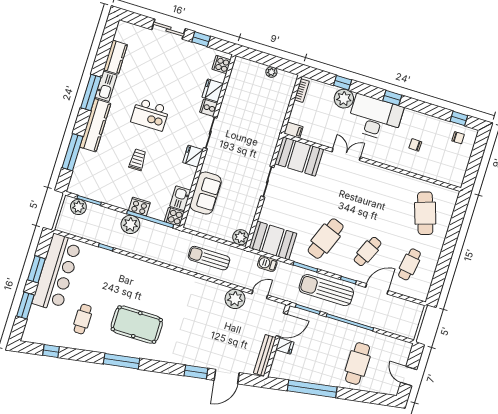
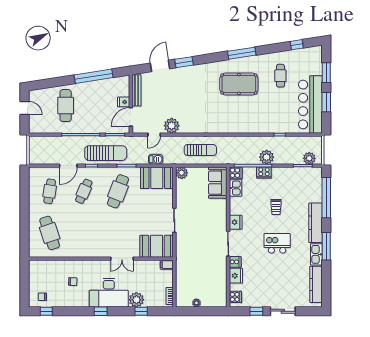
kitchen counter: (115, 57) -> (316, 284), width x1.50
window: (73, 152) -> (326, 198), width x1.46
sofa: (206, 193) -> (218, 183), moved

